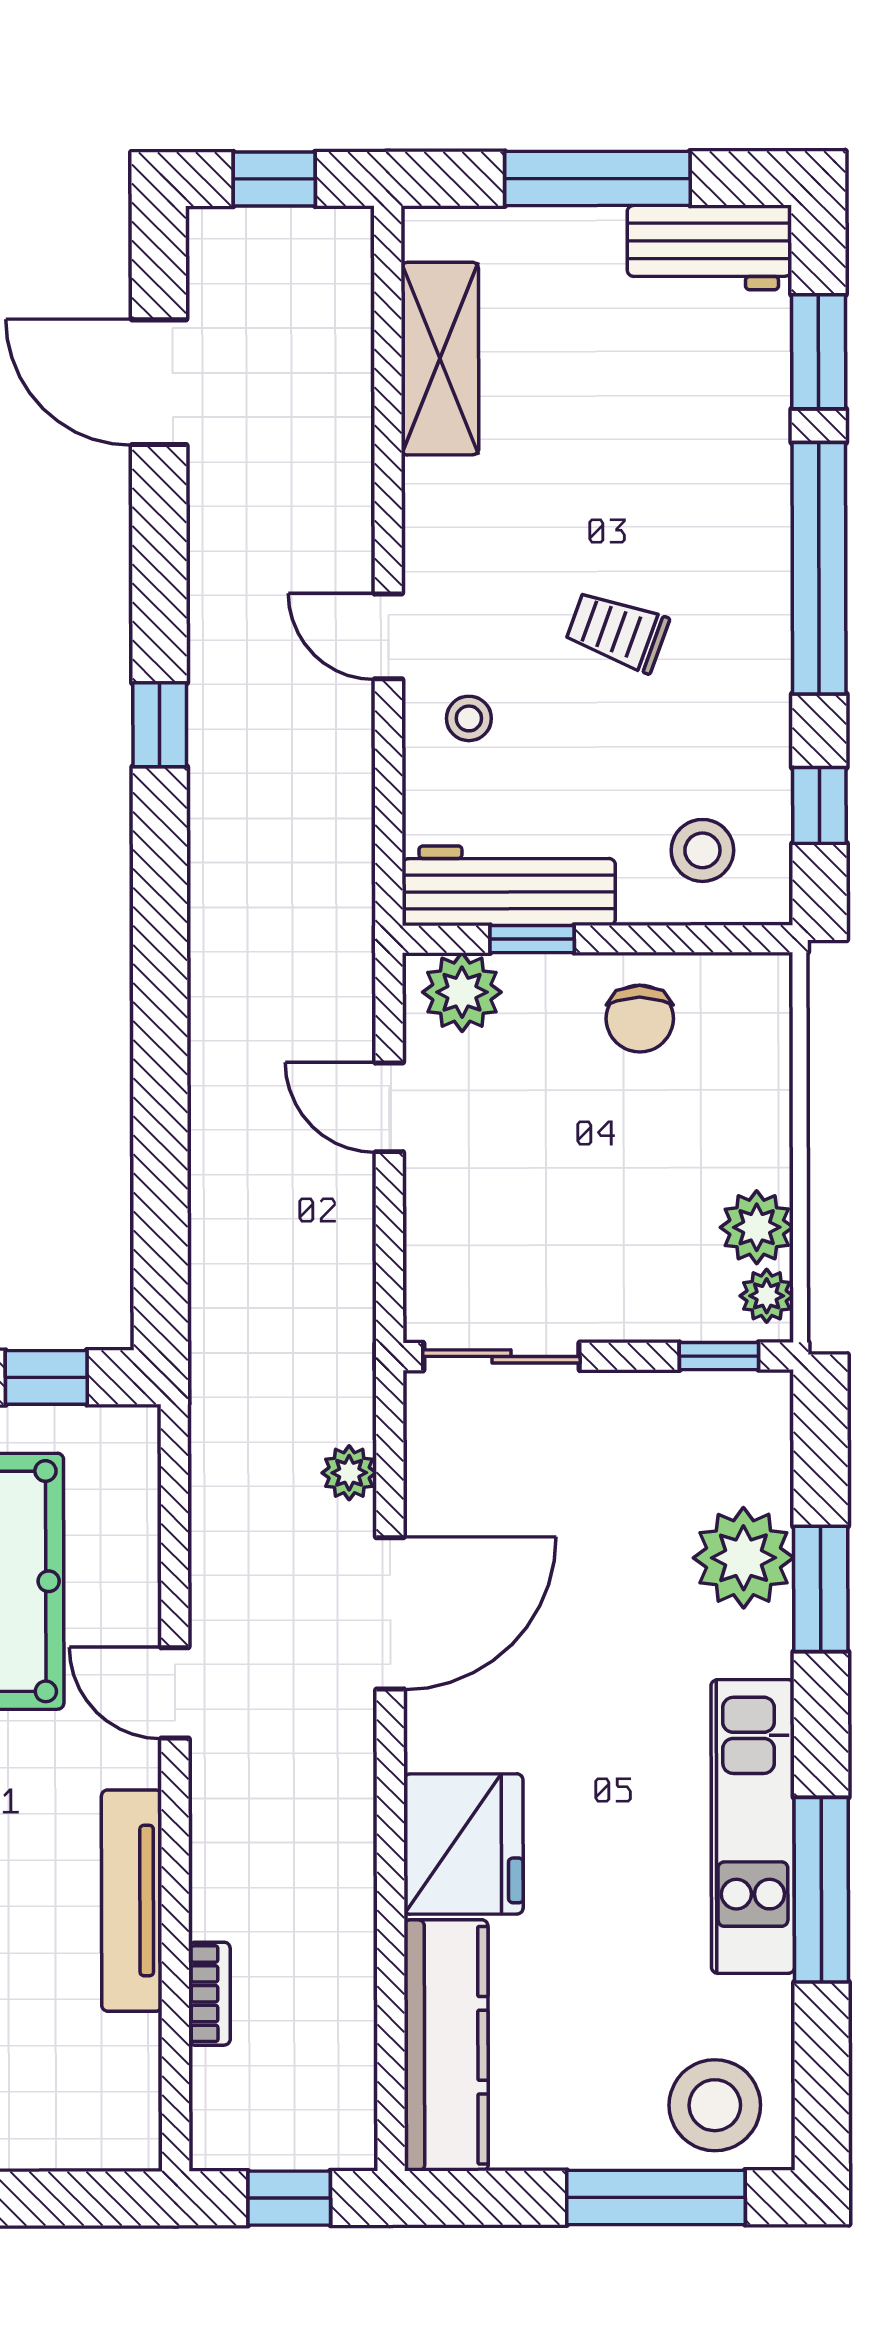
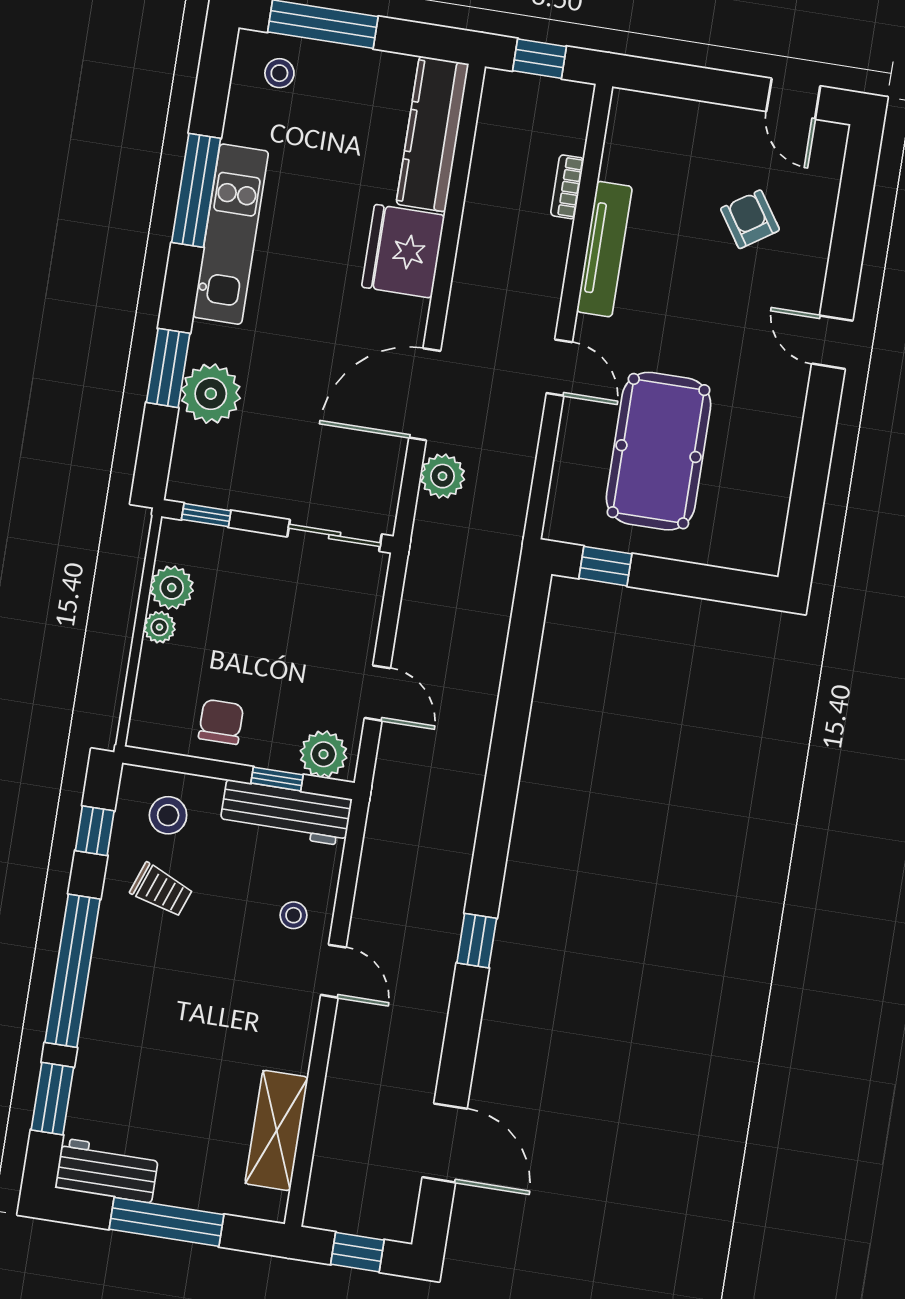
trolley: (617, 631) -> (161, 890), moved
plant: (767, 1296) -> (159, 627), moved
plant: (349, 1473) -> (443, 476), width x1.38, depth x1.38
stool: (715, 2105) -> (279, 73), width x0.53, depth x0.53

